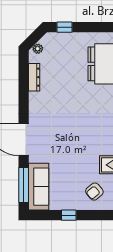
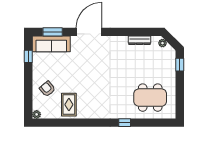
window: (24, 185) -> (53, 32), width x0.69
window: (69, 215) -> (28, 56), moved

